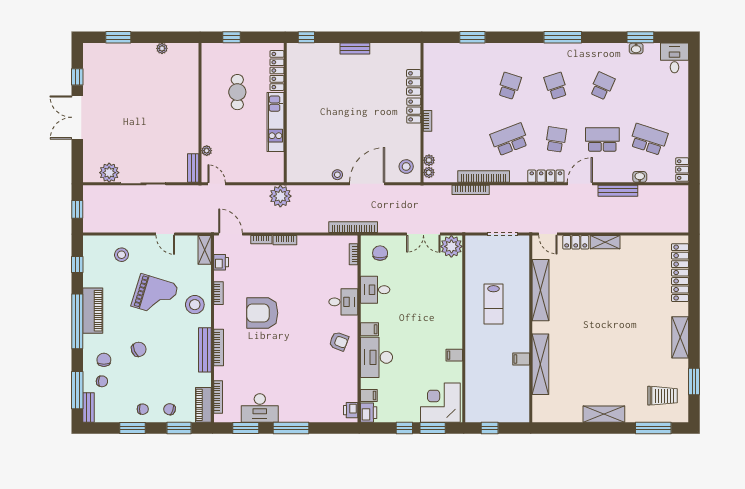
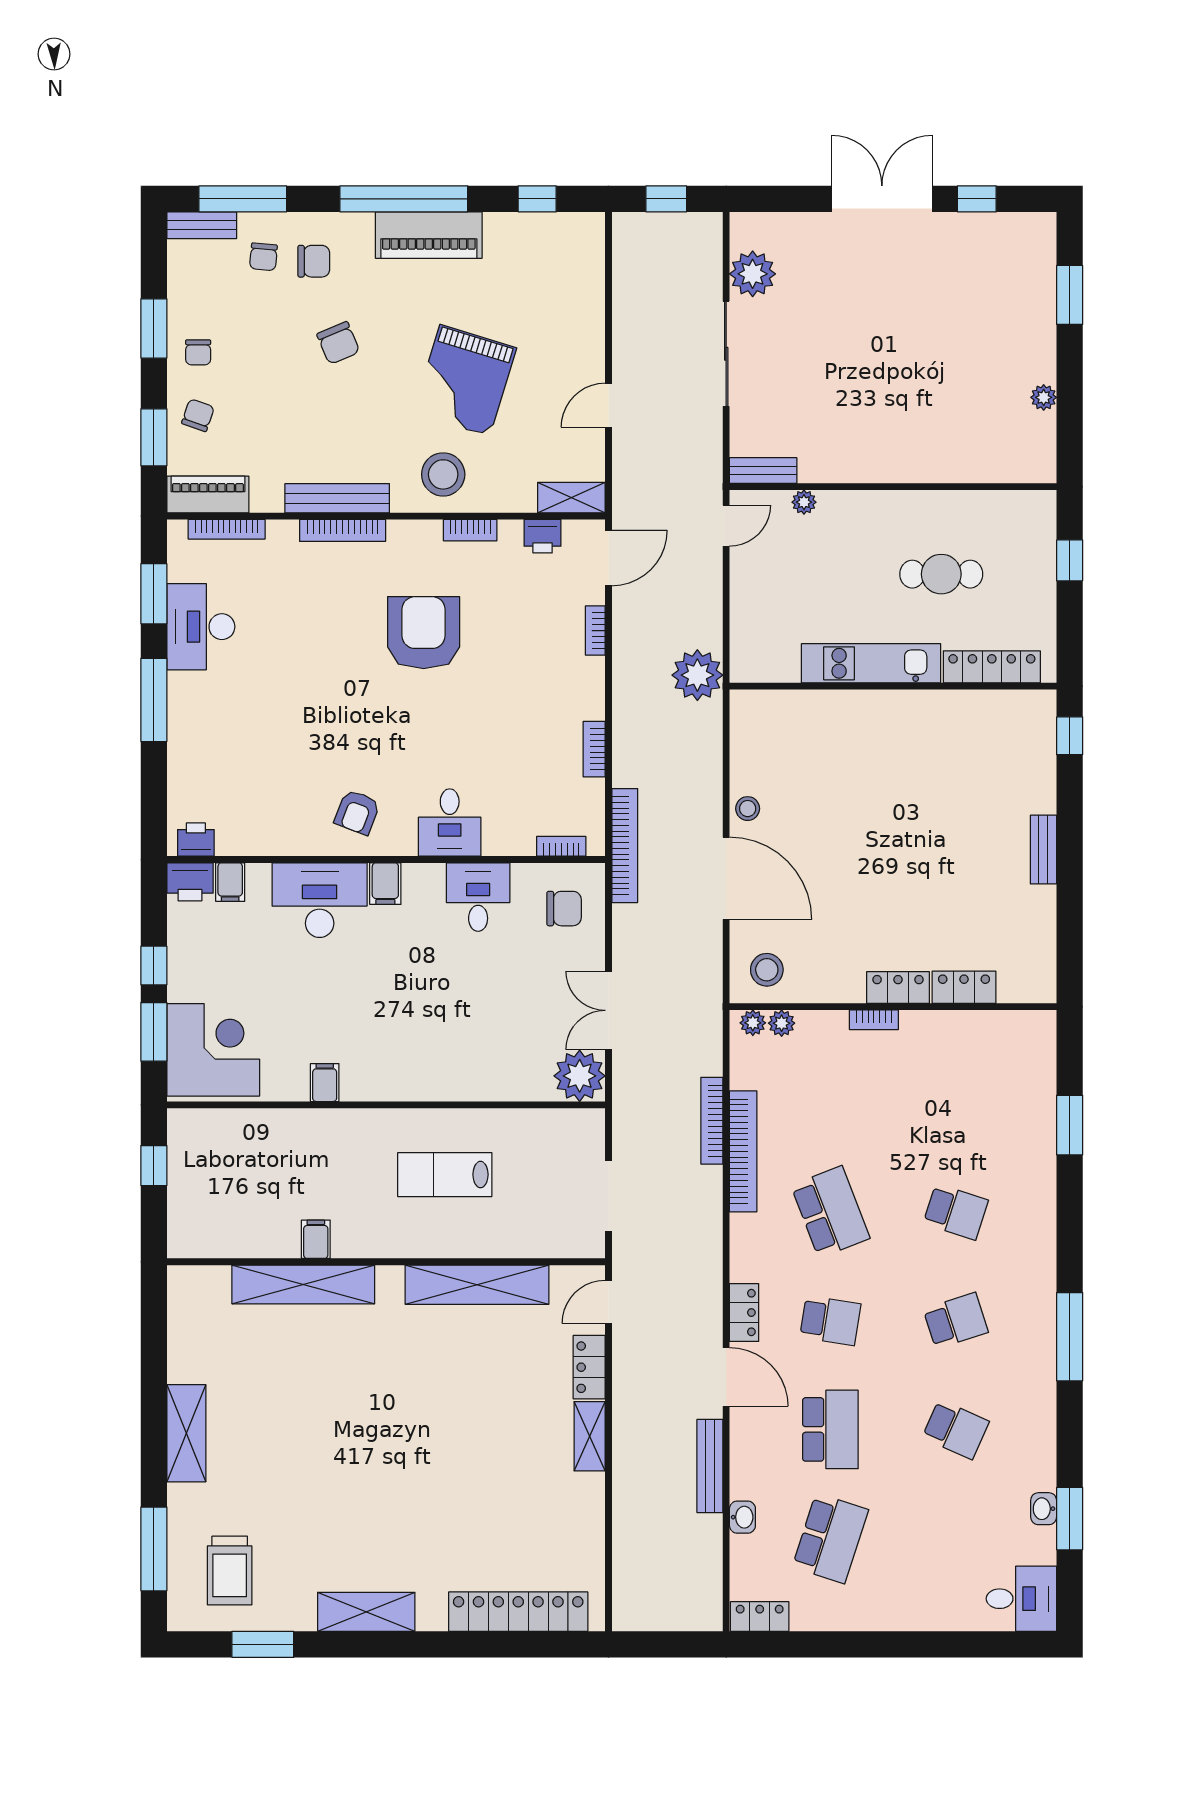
locker: (546, 176) -> (744, 1313), width x0.66
bookcase: (285, 240) -> (594, 749), moved
stool: (122, 255) -> (560, 303), removed

